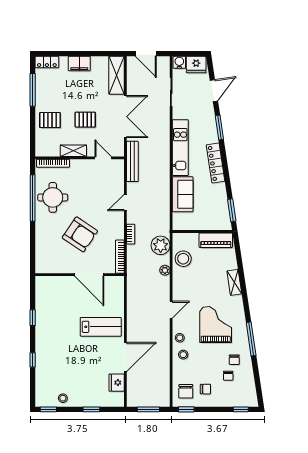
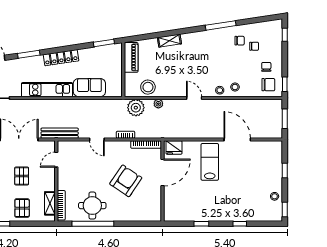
shelving: (73, 151) -> (50, 203), moved
grand piano: (216, 325) -> (208, 58), removed
fridge: (117, 383) -> (174, 147), moved

